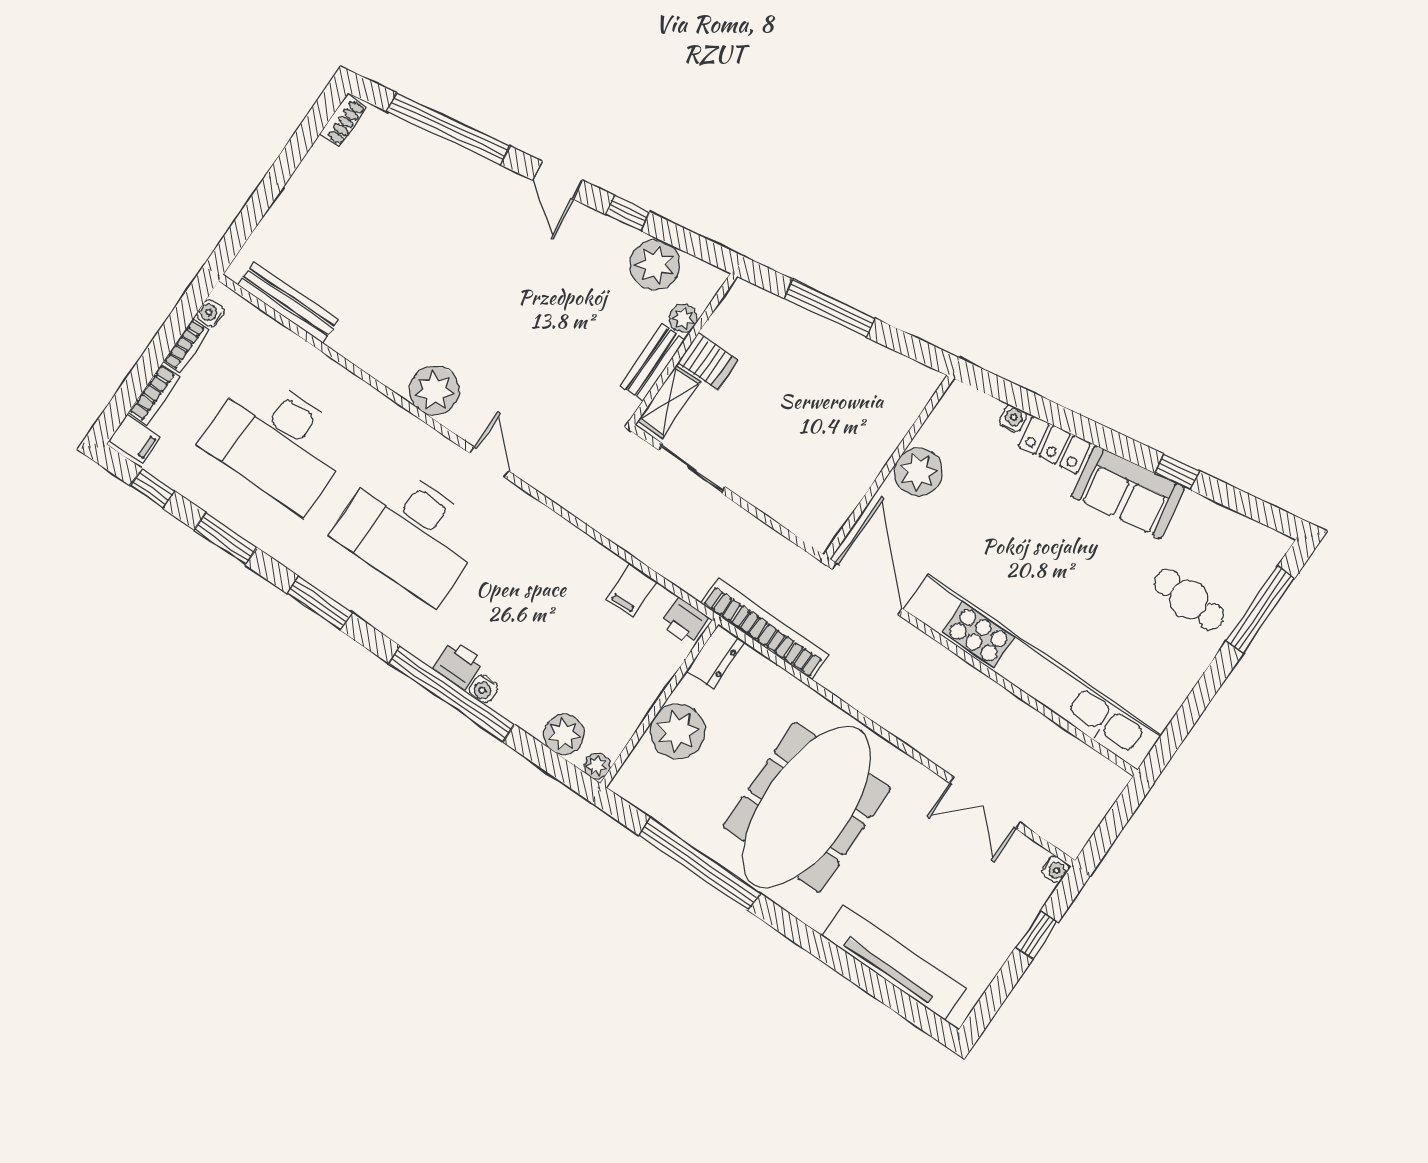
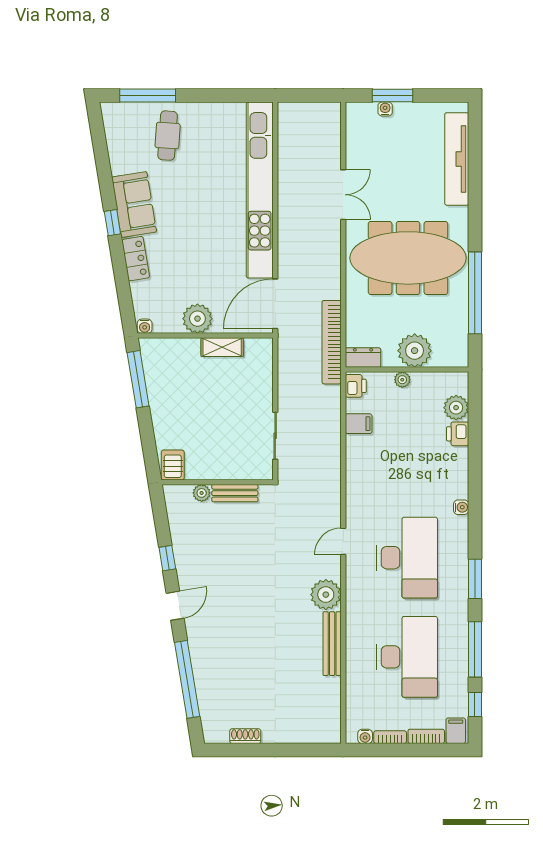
shoe rack: (343, 120) -> (245, 736), moved
plant: (655, 265) -> (184, 526), removed
bench: (288, 302) -> (332, 644), moved
window: (829, 308) -> (138, 379), moved
server rack: (708, 362) -> (173, 465), moved
shelving: (669, 402) -> (222, 347), moved
water cooler: (1013, 419) -> (145, 326), moved, turned -81
window: (1177, 472) -> (112, 223), moved
window: (226, 539) -> (475, 649), width x1.44
printer: (458, 665) -> (458, 434), moved
water cooler: (483, 689) -> (461, 507), moved
window: (452, 694) -> (475, 479), removed
plant: (597, 766) -> (402, 380), moved
double door: (985, 803) -> (343, 195), moved
water cooler: (1055, 869) -> (385, 109), moved
window: (1037, 935) -> (393, 96), width x1.50

